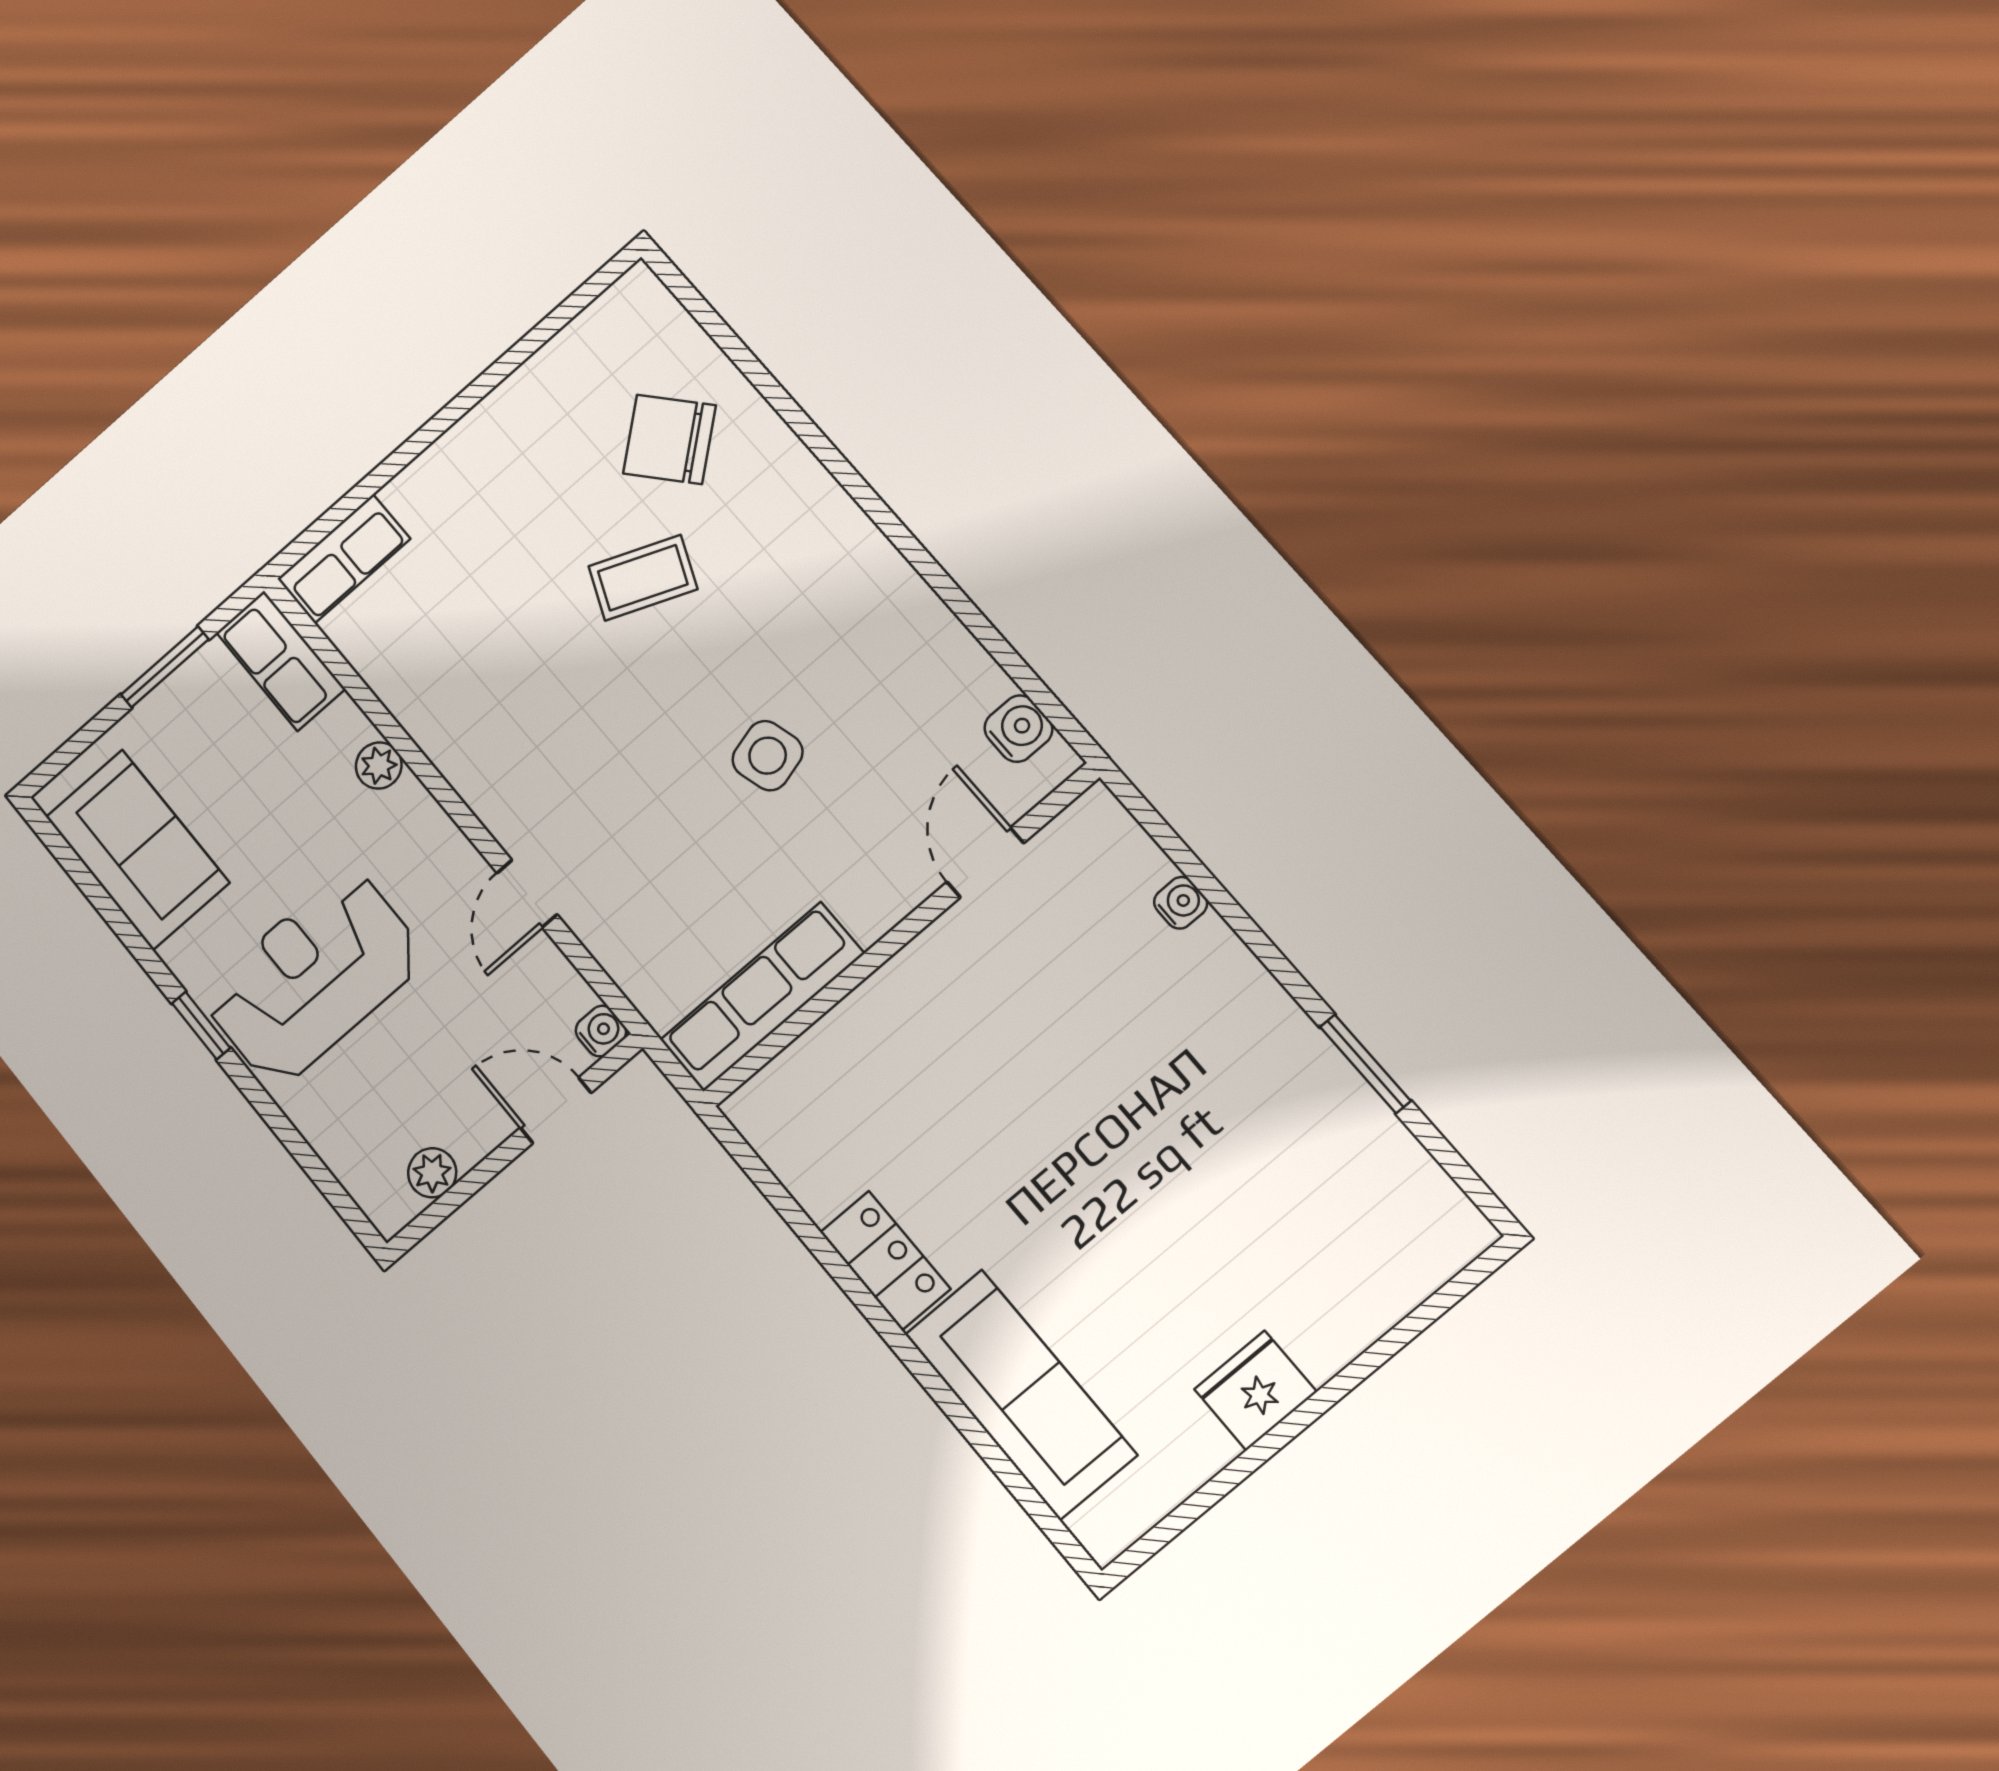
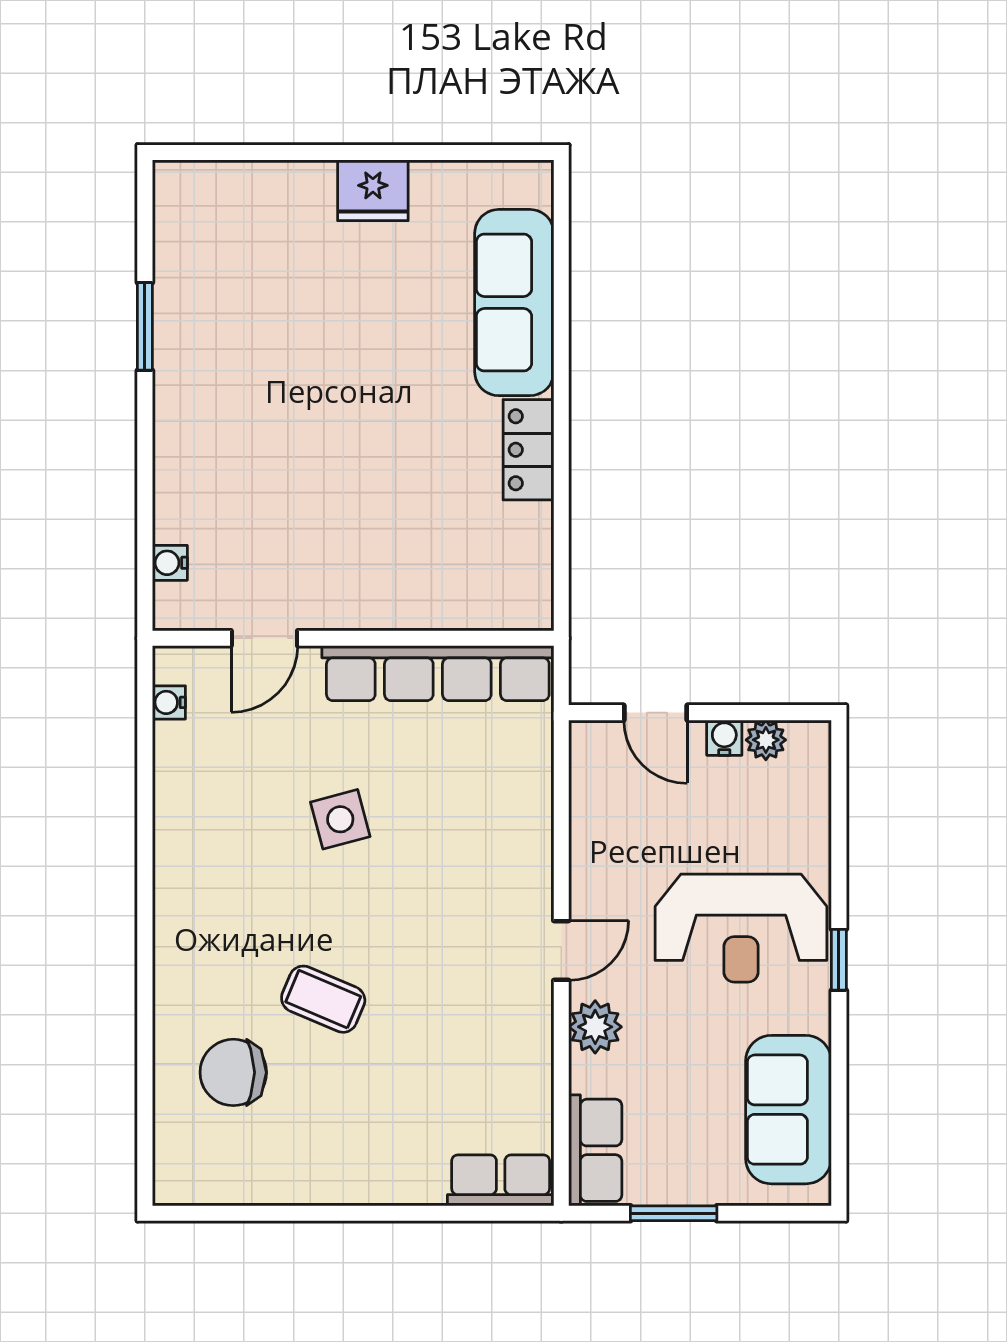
chair: (669, 439) -> (233, 1072), turned 130
water cooler: (1018, 729) -> (169, 702), width x0.72, depth x0.72
plant: (379, 766) -> (595, 1027), width x1.38, depth x1.38
door: (527, 894) -> (561, 951), moved
water cooler: (1181, 903) -> (170, 563), moved
row of seats: (762, 997) -> (438, 673), width x1.36
water cooler: (601, 1031) -> (724, 738), moved, turned 90

